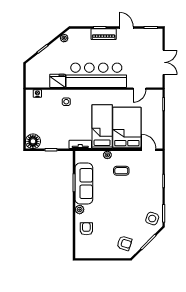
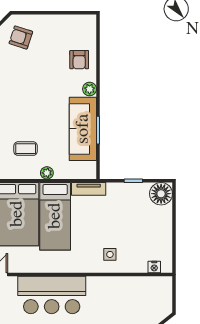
bar counter: (96, 75) -> (52, 295), width x0.73
fridge: (58, 81) -> (123, 286), removed

